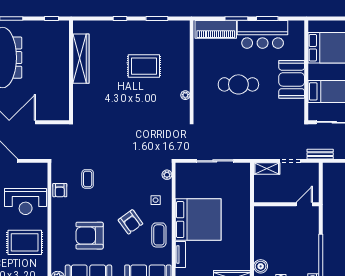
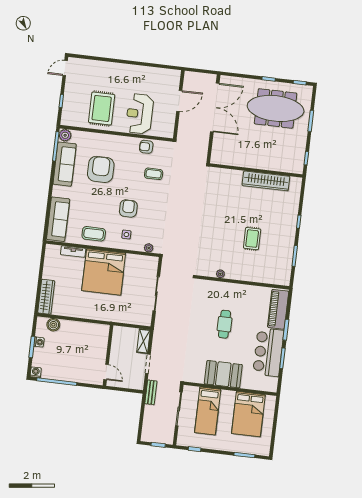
rug: (144, 66) -> (252, 239), width x0.73, depth x0.70
cafe table: (238, 84) -> (225, 324), width x0.73, depth x0.74
armchair: (130, 222) -> (128, 209), moved, turned 126

